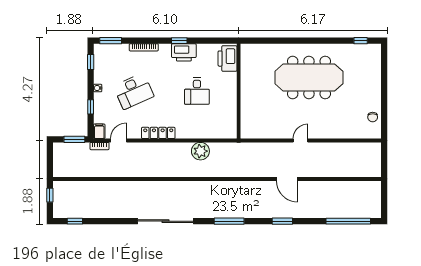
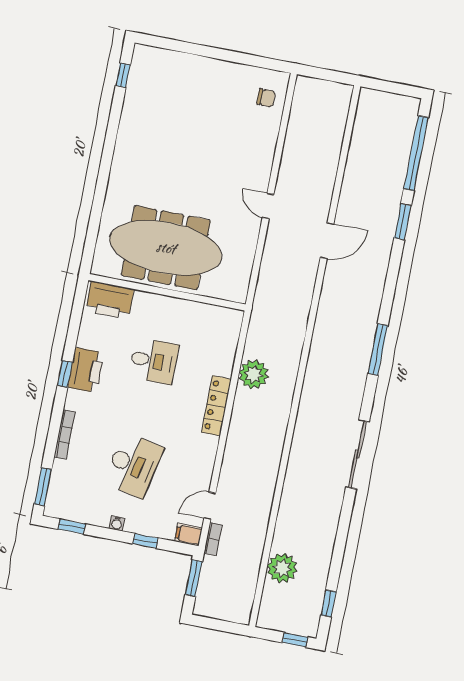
meeting table: (309, 77) -> (166, 248), moved, turned 90
desk: (134, 91) -> (133, 465), turned 36
chair: (373, 117) -> (266, 98), moved
locker: (158, 133) -> (216, 406), moved
door: (119, 140) -> (210, 506), hinge flipped
plant: (90, 190) -> (282, 568), added
window: (50, 195) -> (295, 640), moved
sliding door: (165, 221) -> (357, 454), width x0.73
window: (282, 221) -> (403, 222), moved

